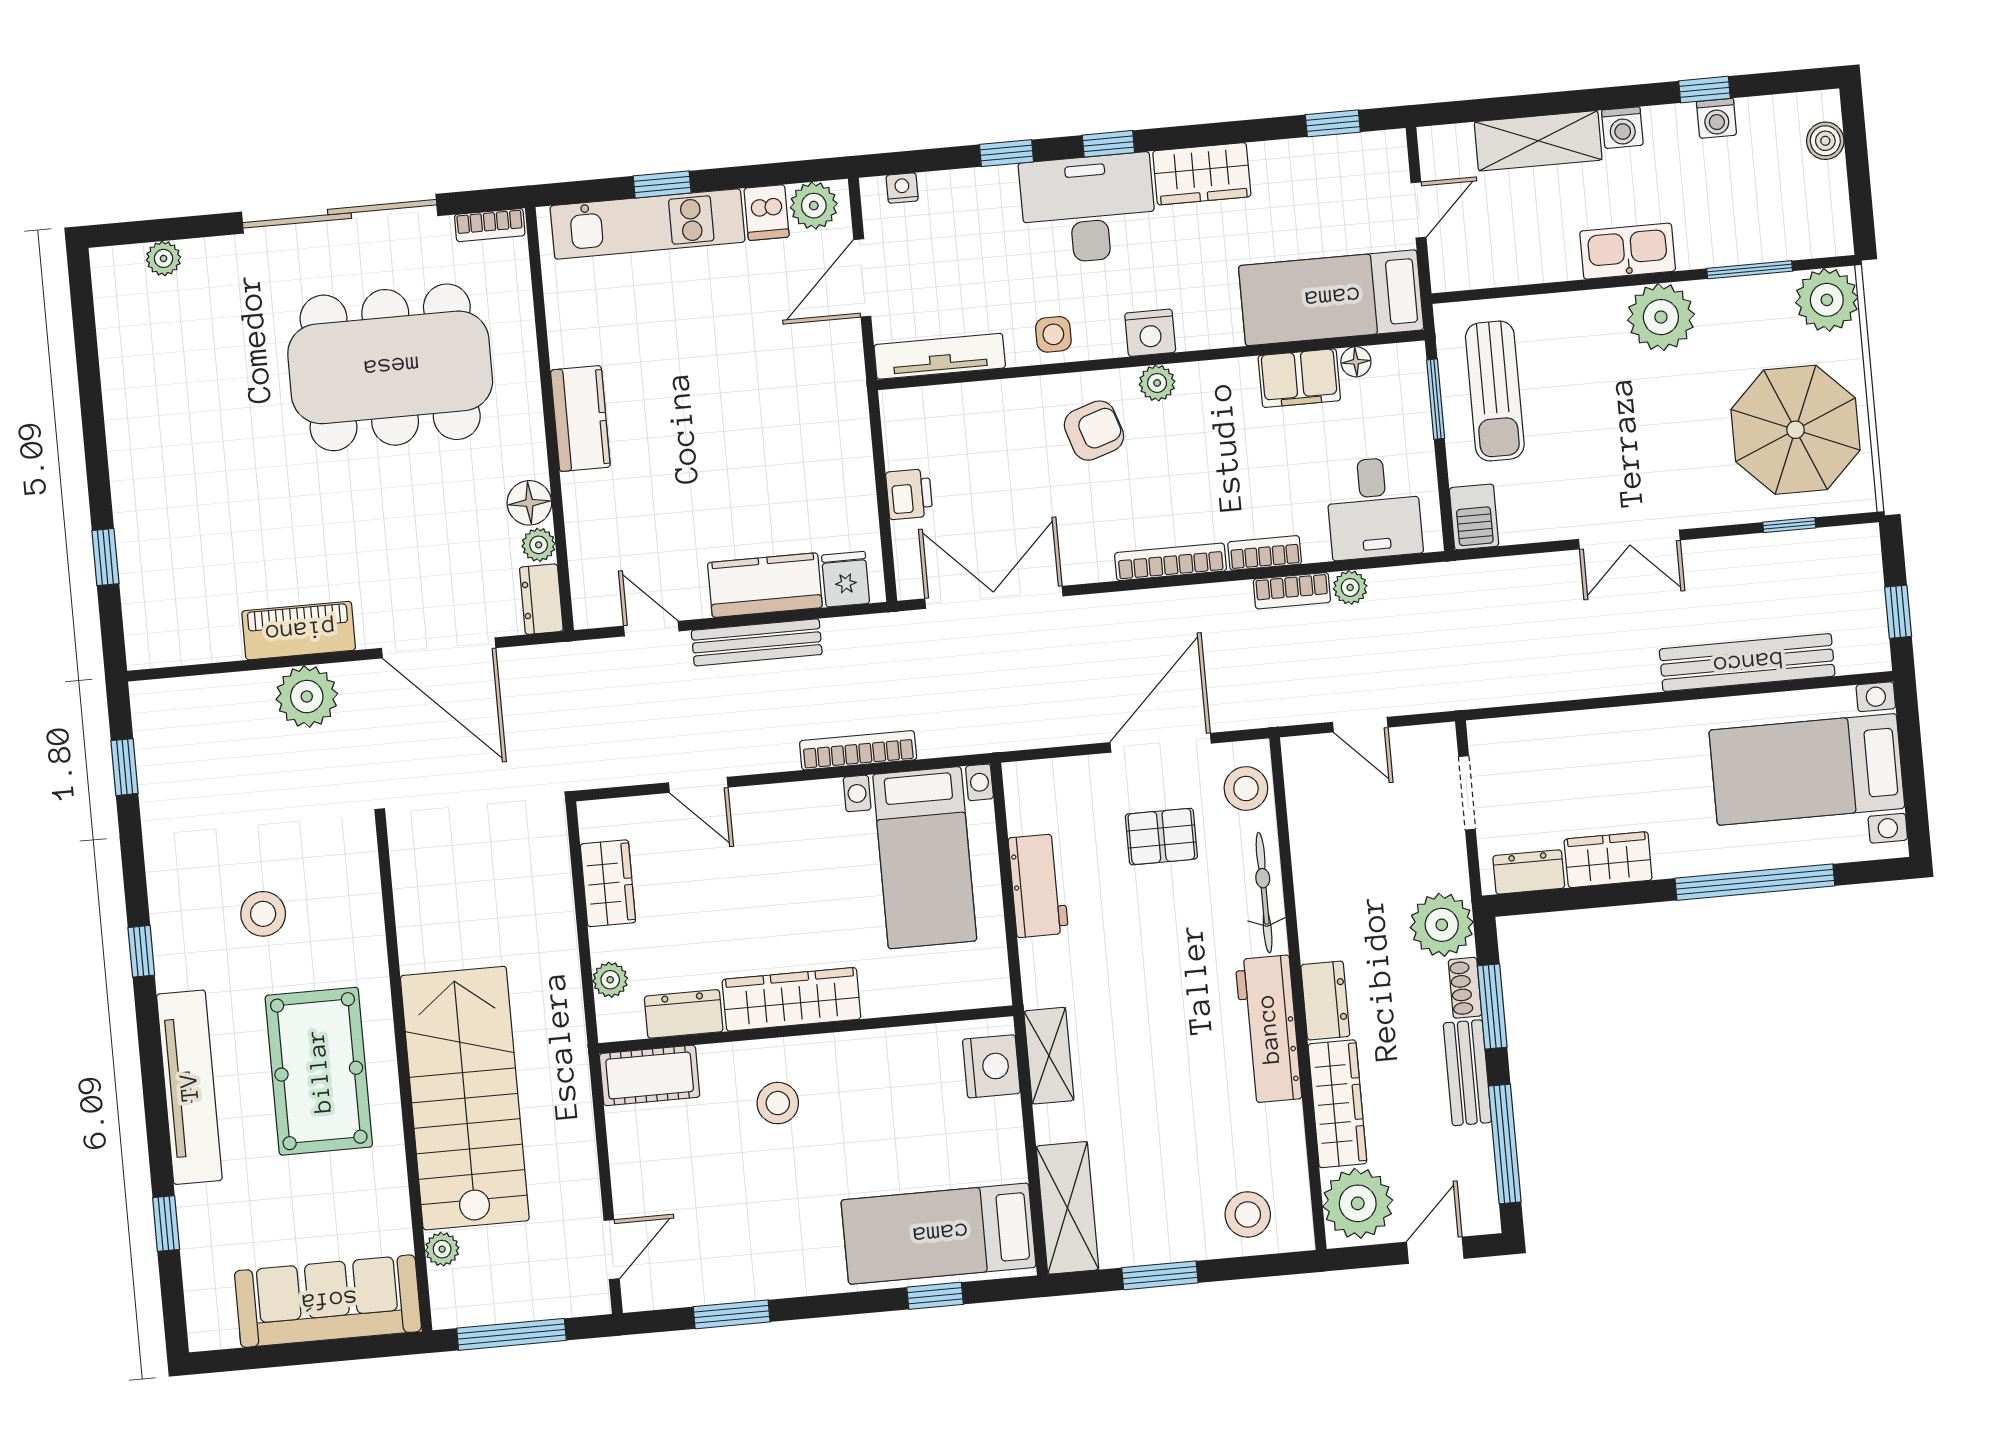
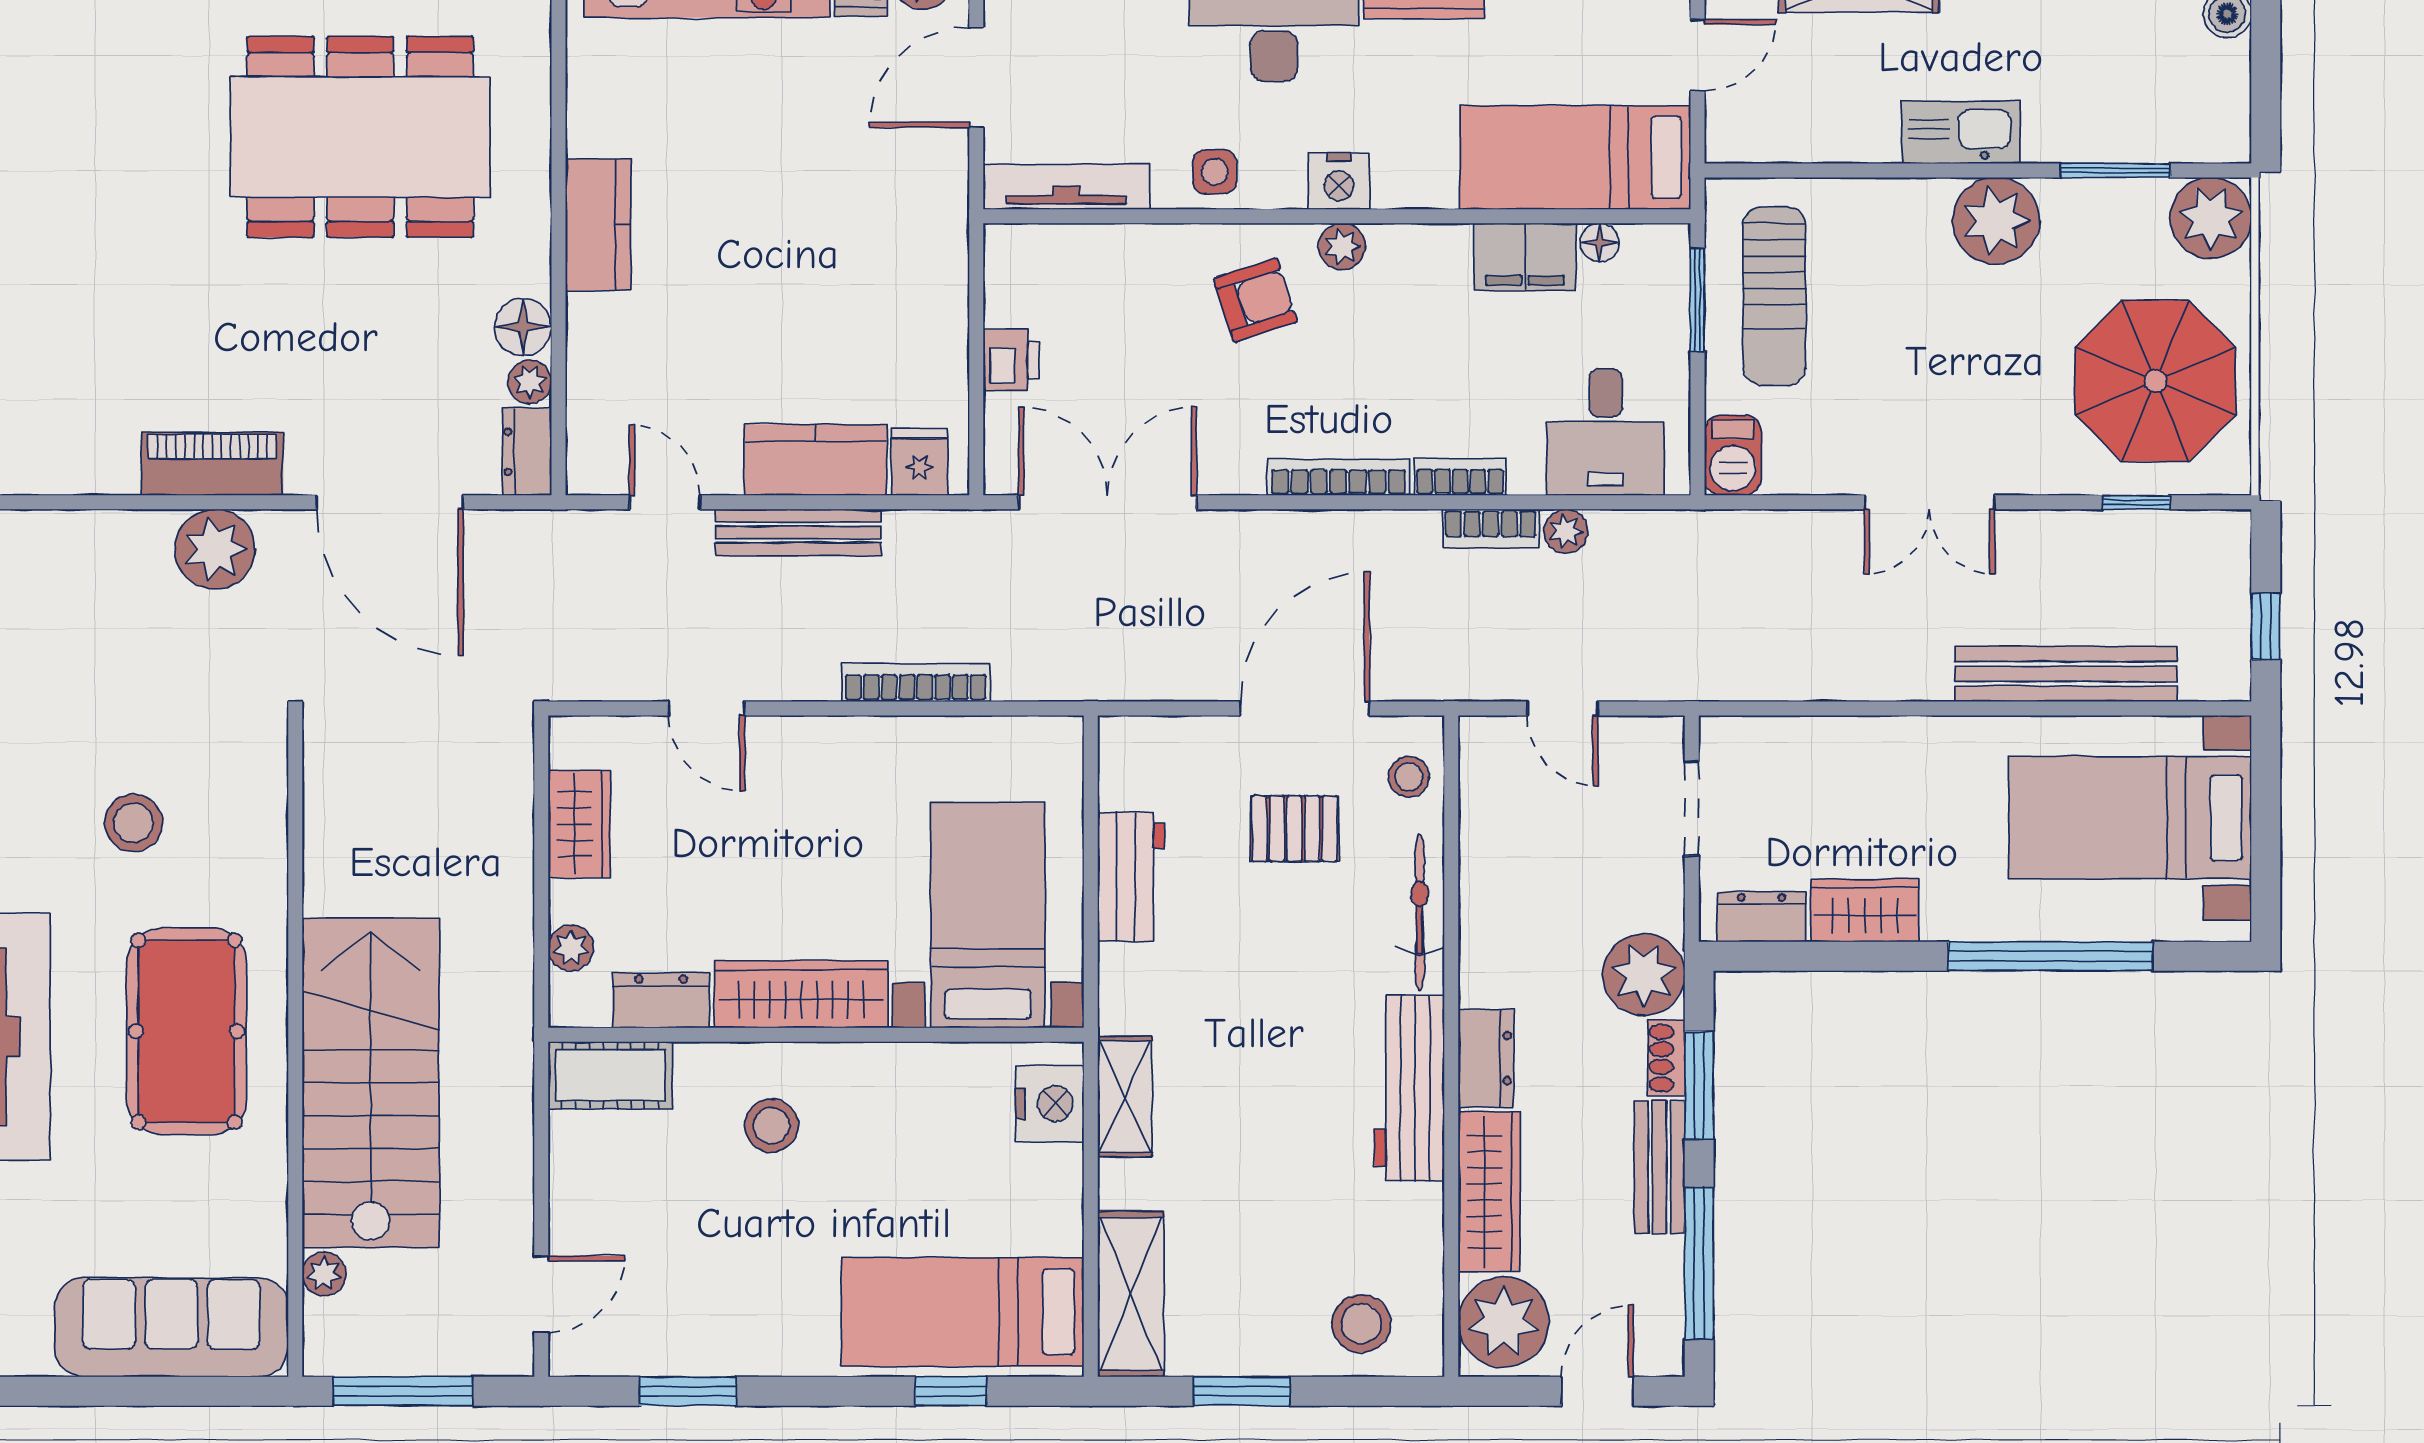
stool: (1246, 788) -> (1409, 777), width x0.73, depth x0.73
bed with nightstands: (925, 858) -> (988, 915), moved, turned 180

